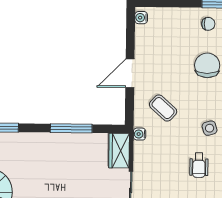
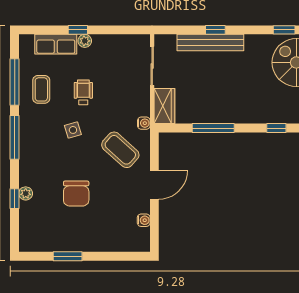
water cooler: (141, 18) -> (144, 220), moved
chair: (208, 24) -> (76, 236), removed
coffee table: (163, 108) -> (120, 150), width x1.36, depth x1.30

